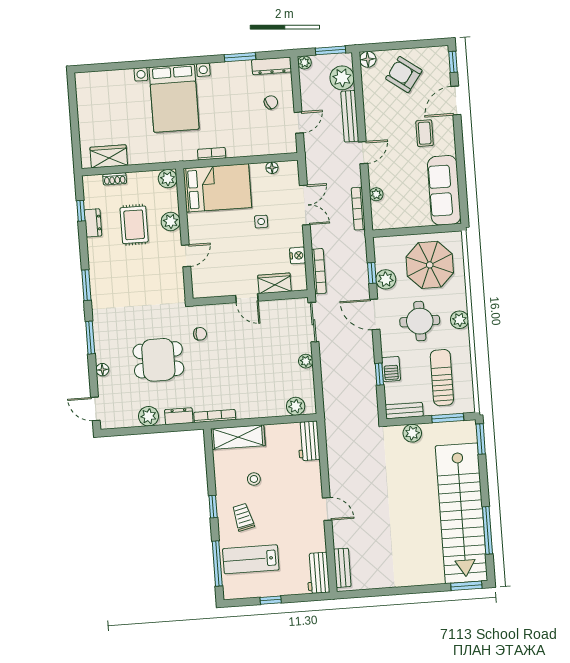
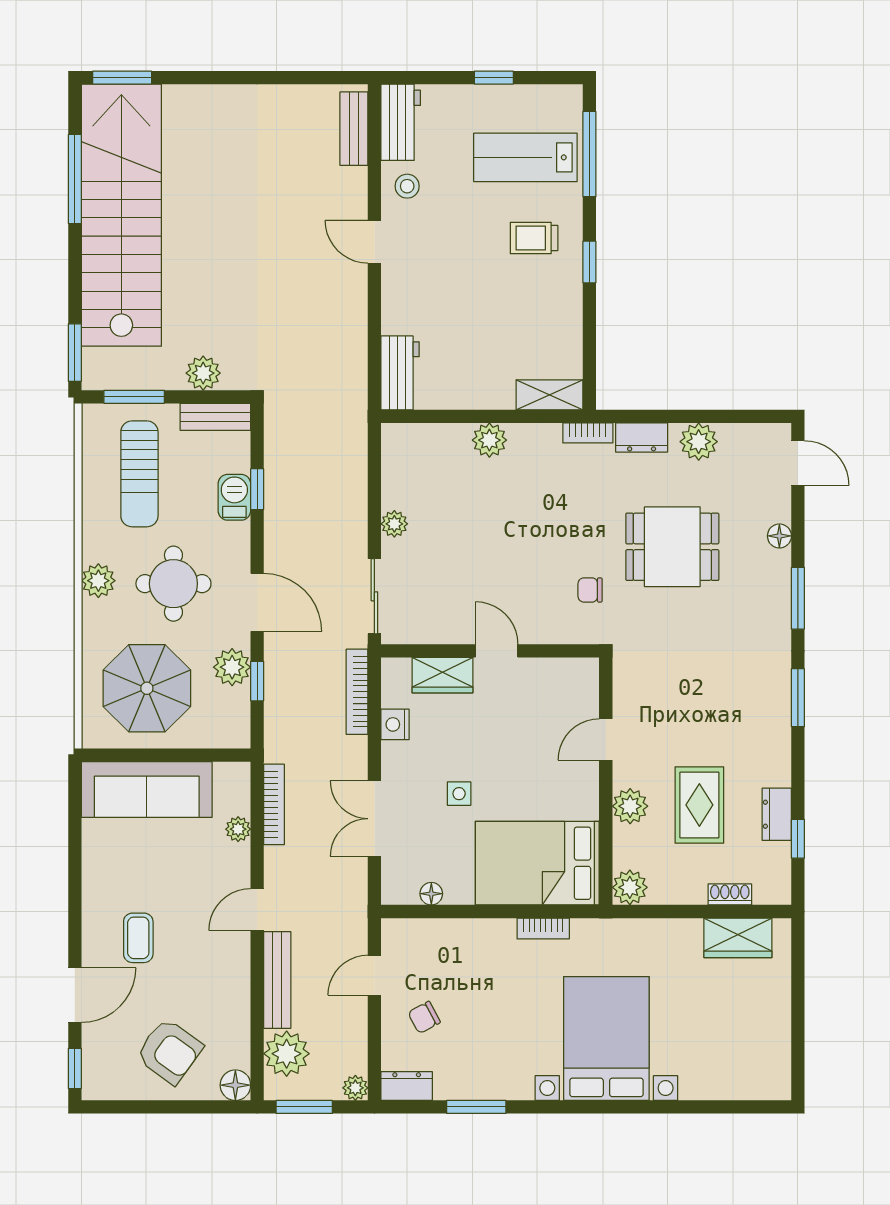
dresser: (272, 66) -> (407, 1086), width x0.70
sofa: (444, 190) -> (147, 789), moved, turned 90
plant: (296, 406) -> (489, 440), moved
bookcase: (215, 416) -> (588, 433), width x0.64
shelving: (238, 437) -> (550, 395), width x0.67, depth x0.75
stool: (254, 479) -> (407, 186), moved
trolley: (243, 517) -> (534, 238), turned 103
lab bench: (251, 559) -> (525, 157), turned 180

